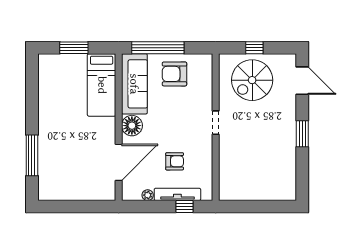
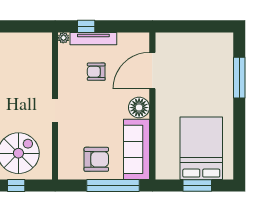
bed: (102, 85) -> (201, 148), moved, width x1.50
plant: (148, 195) -> (63, 38), moved

